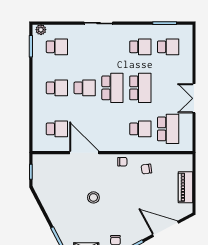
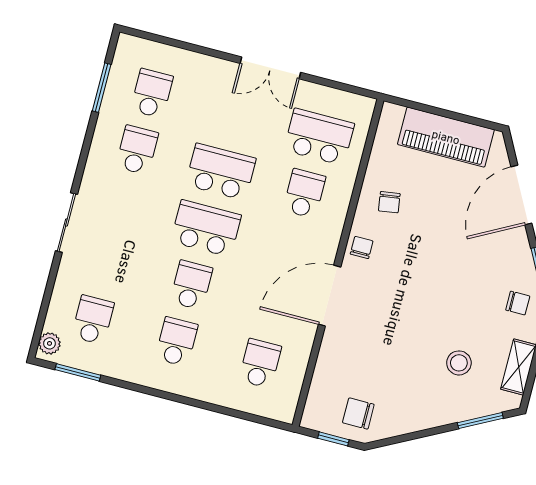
door: (84, 153) -> (330, 296), moved
chair: (46, 180) -> (358, 414), added
piano: (185, 187) -> (446, 137), width x1.37, depth x1.33
stool: (93, 197) -> (459, 363), moved

